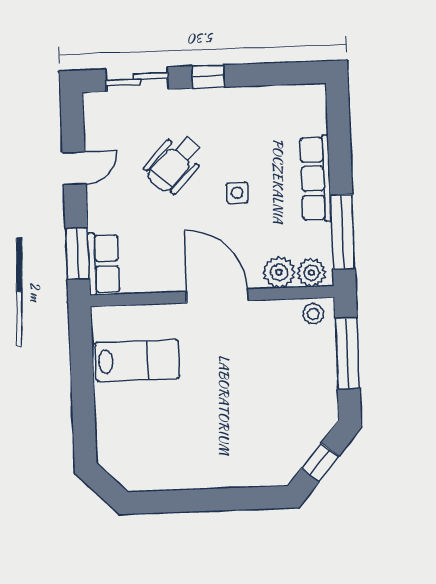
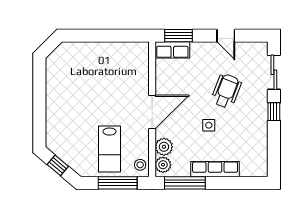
wheelchair: (174, 164) -> (226, 91), turned 68
lab bench: (137, 360) -> (109, 149), moved

